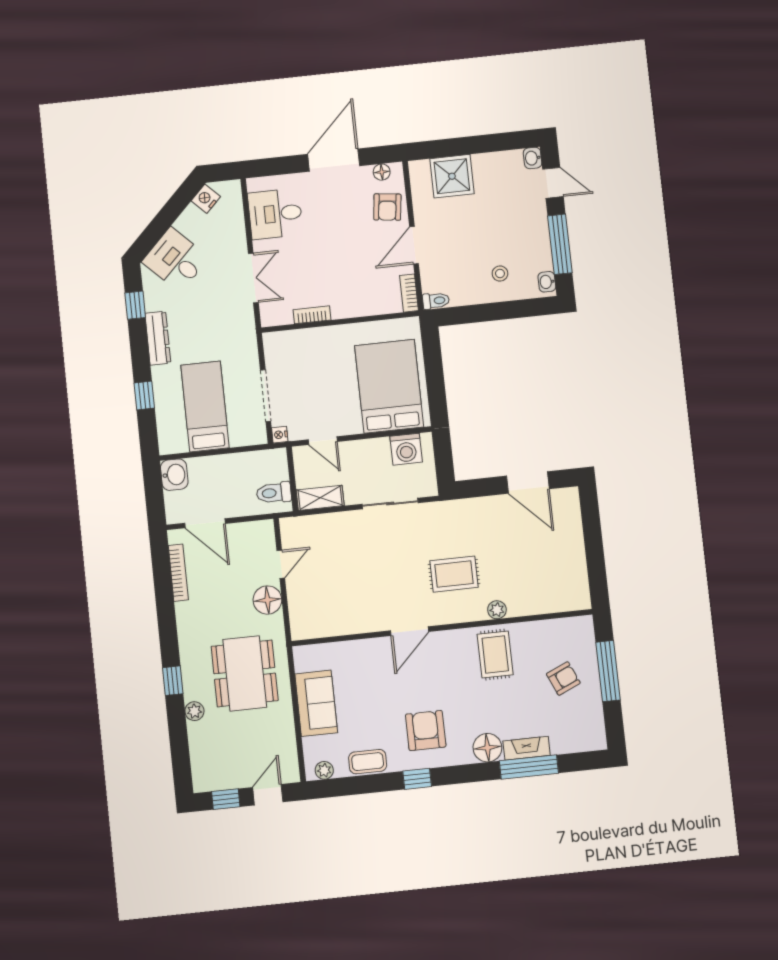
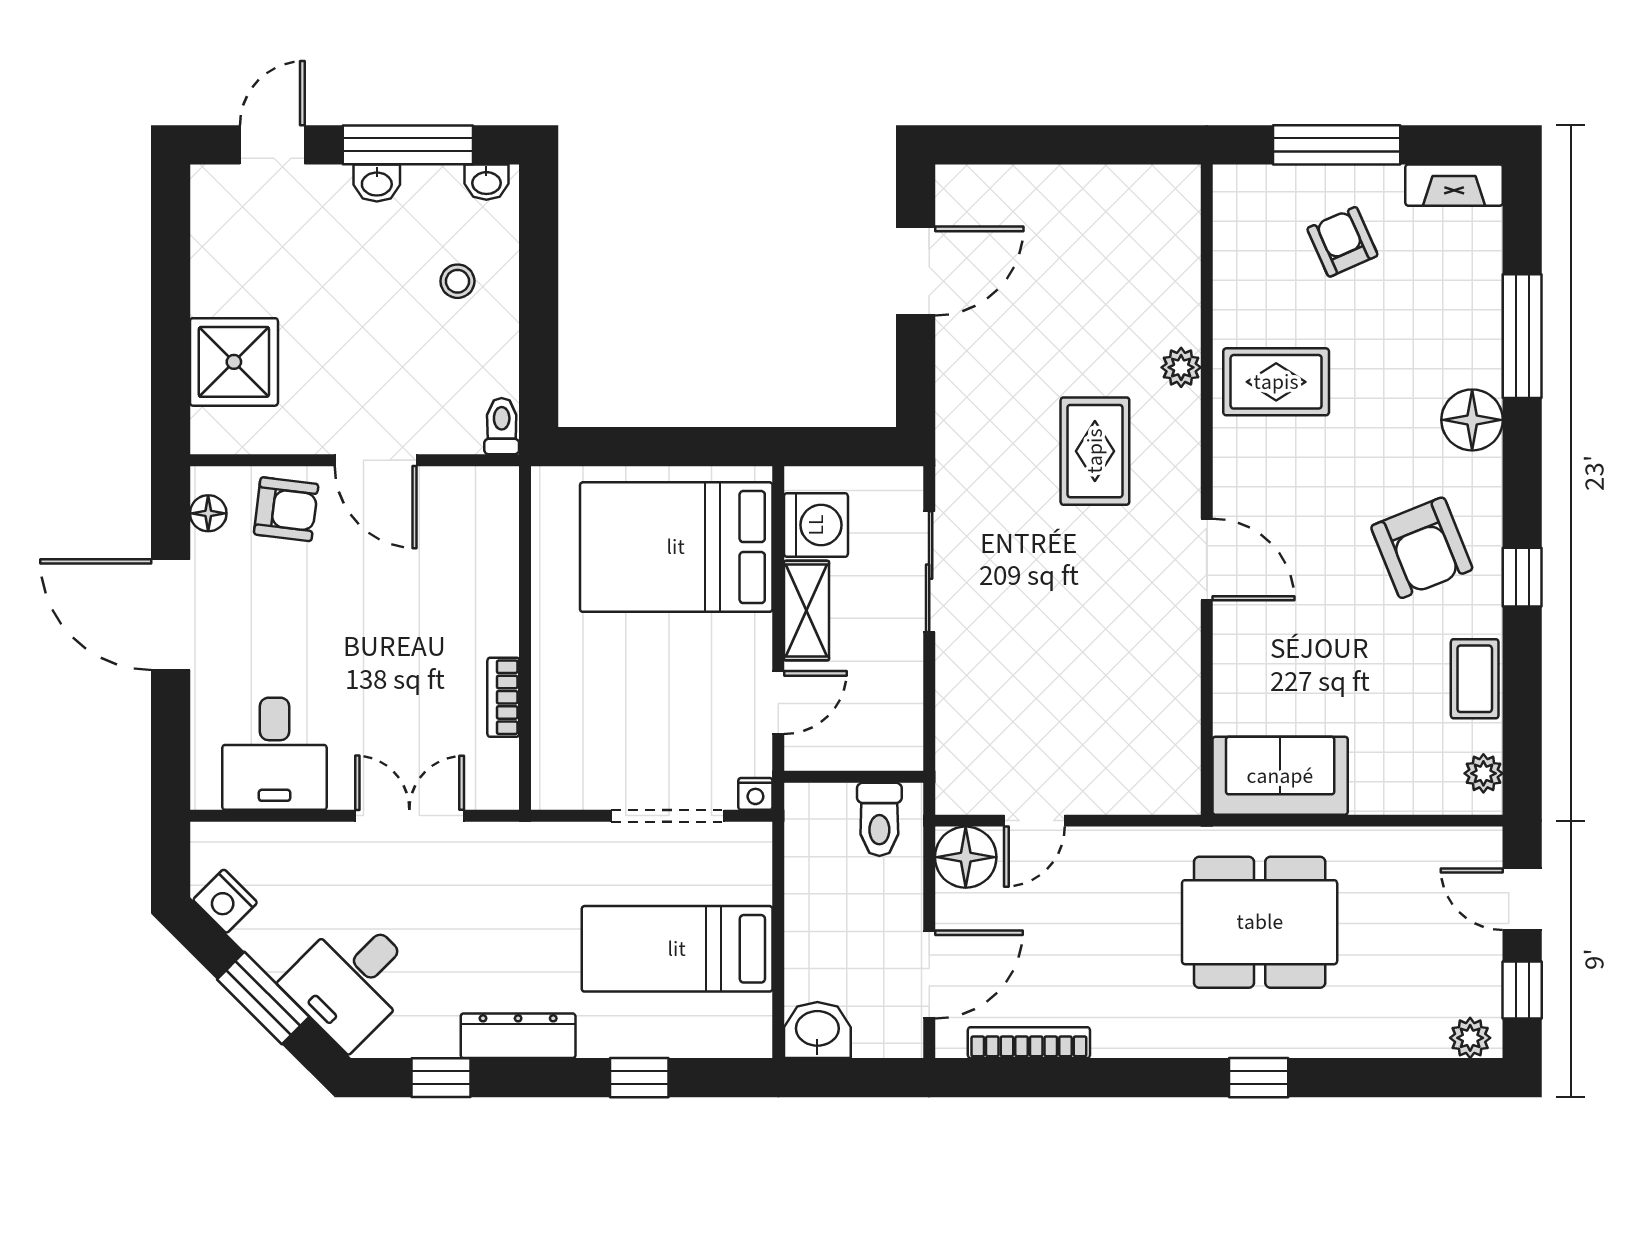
washbasin: (533, 158) -> (377, 183), moved
window: (163, 221) -> (263, 998), added
bookcase: (409, 293) -> (479, 482), removed
shelving: (320, 498) -> (806, 611), moved
door: (281, 564) -> (1034, 821), swing flipped
floor lamp: (267, 600) -> (966, 857), moved
sofa: (316, 703) -> (1280, 776), moved
plant: (194, 711) -> (1470, 1038), moved
armchair: (426, 731) -> (1422, 548), turned -112
fireplace: (527, 748) -> (1454, 185), moved, turned -90

